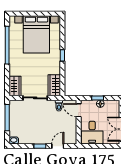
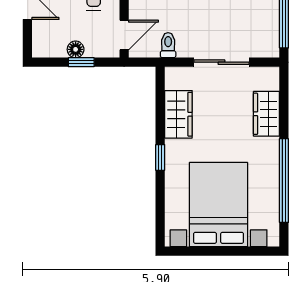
wardrobe: (54, 85) -> (178, 114), moved
wardrobe: (15, 86) -> (266, 114), moved
door: (79, 110) -> (124, 35), hinge flipped

